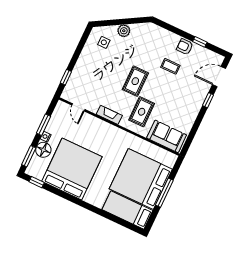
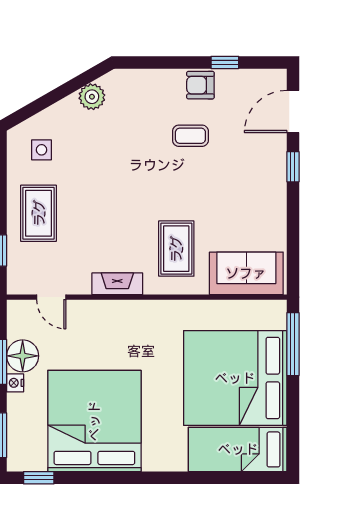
plant: (124, 31) -> (92, 97), moved
rug: (135, 81) -> (39, 213), moved
floor lamp: (43, 150) -> (23, 356), moved
window: (164, 193) -> (293, 344), moved

